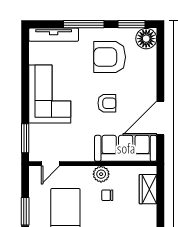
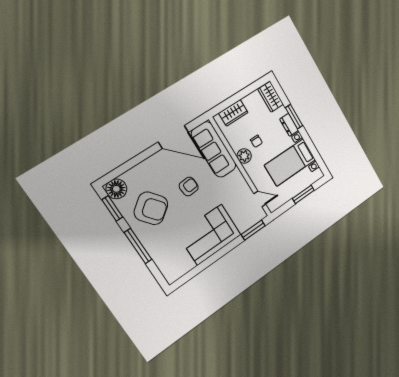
tv unit: (54, 35) -> (162, 263), removed
armchair: (110, 57) -> (151, 208), turned -38
armchair: (107, 103) -> (189, 187), turned 85

